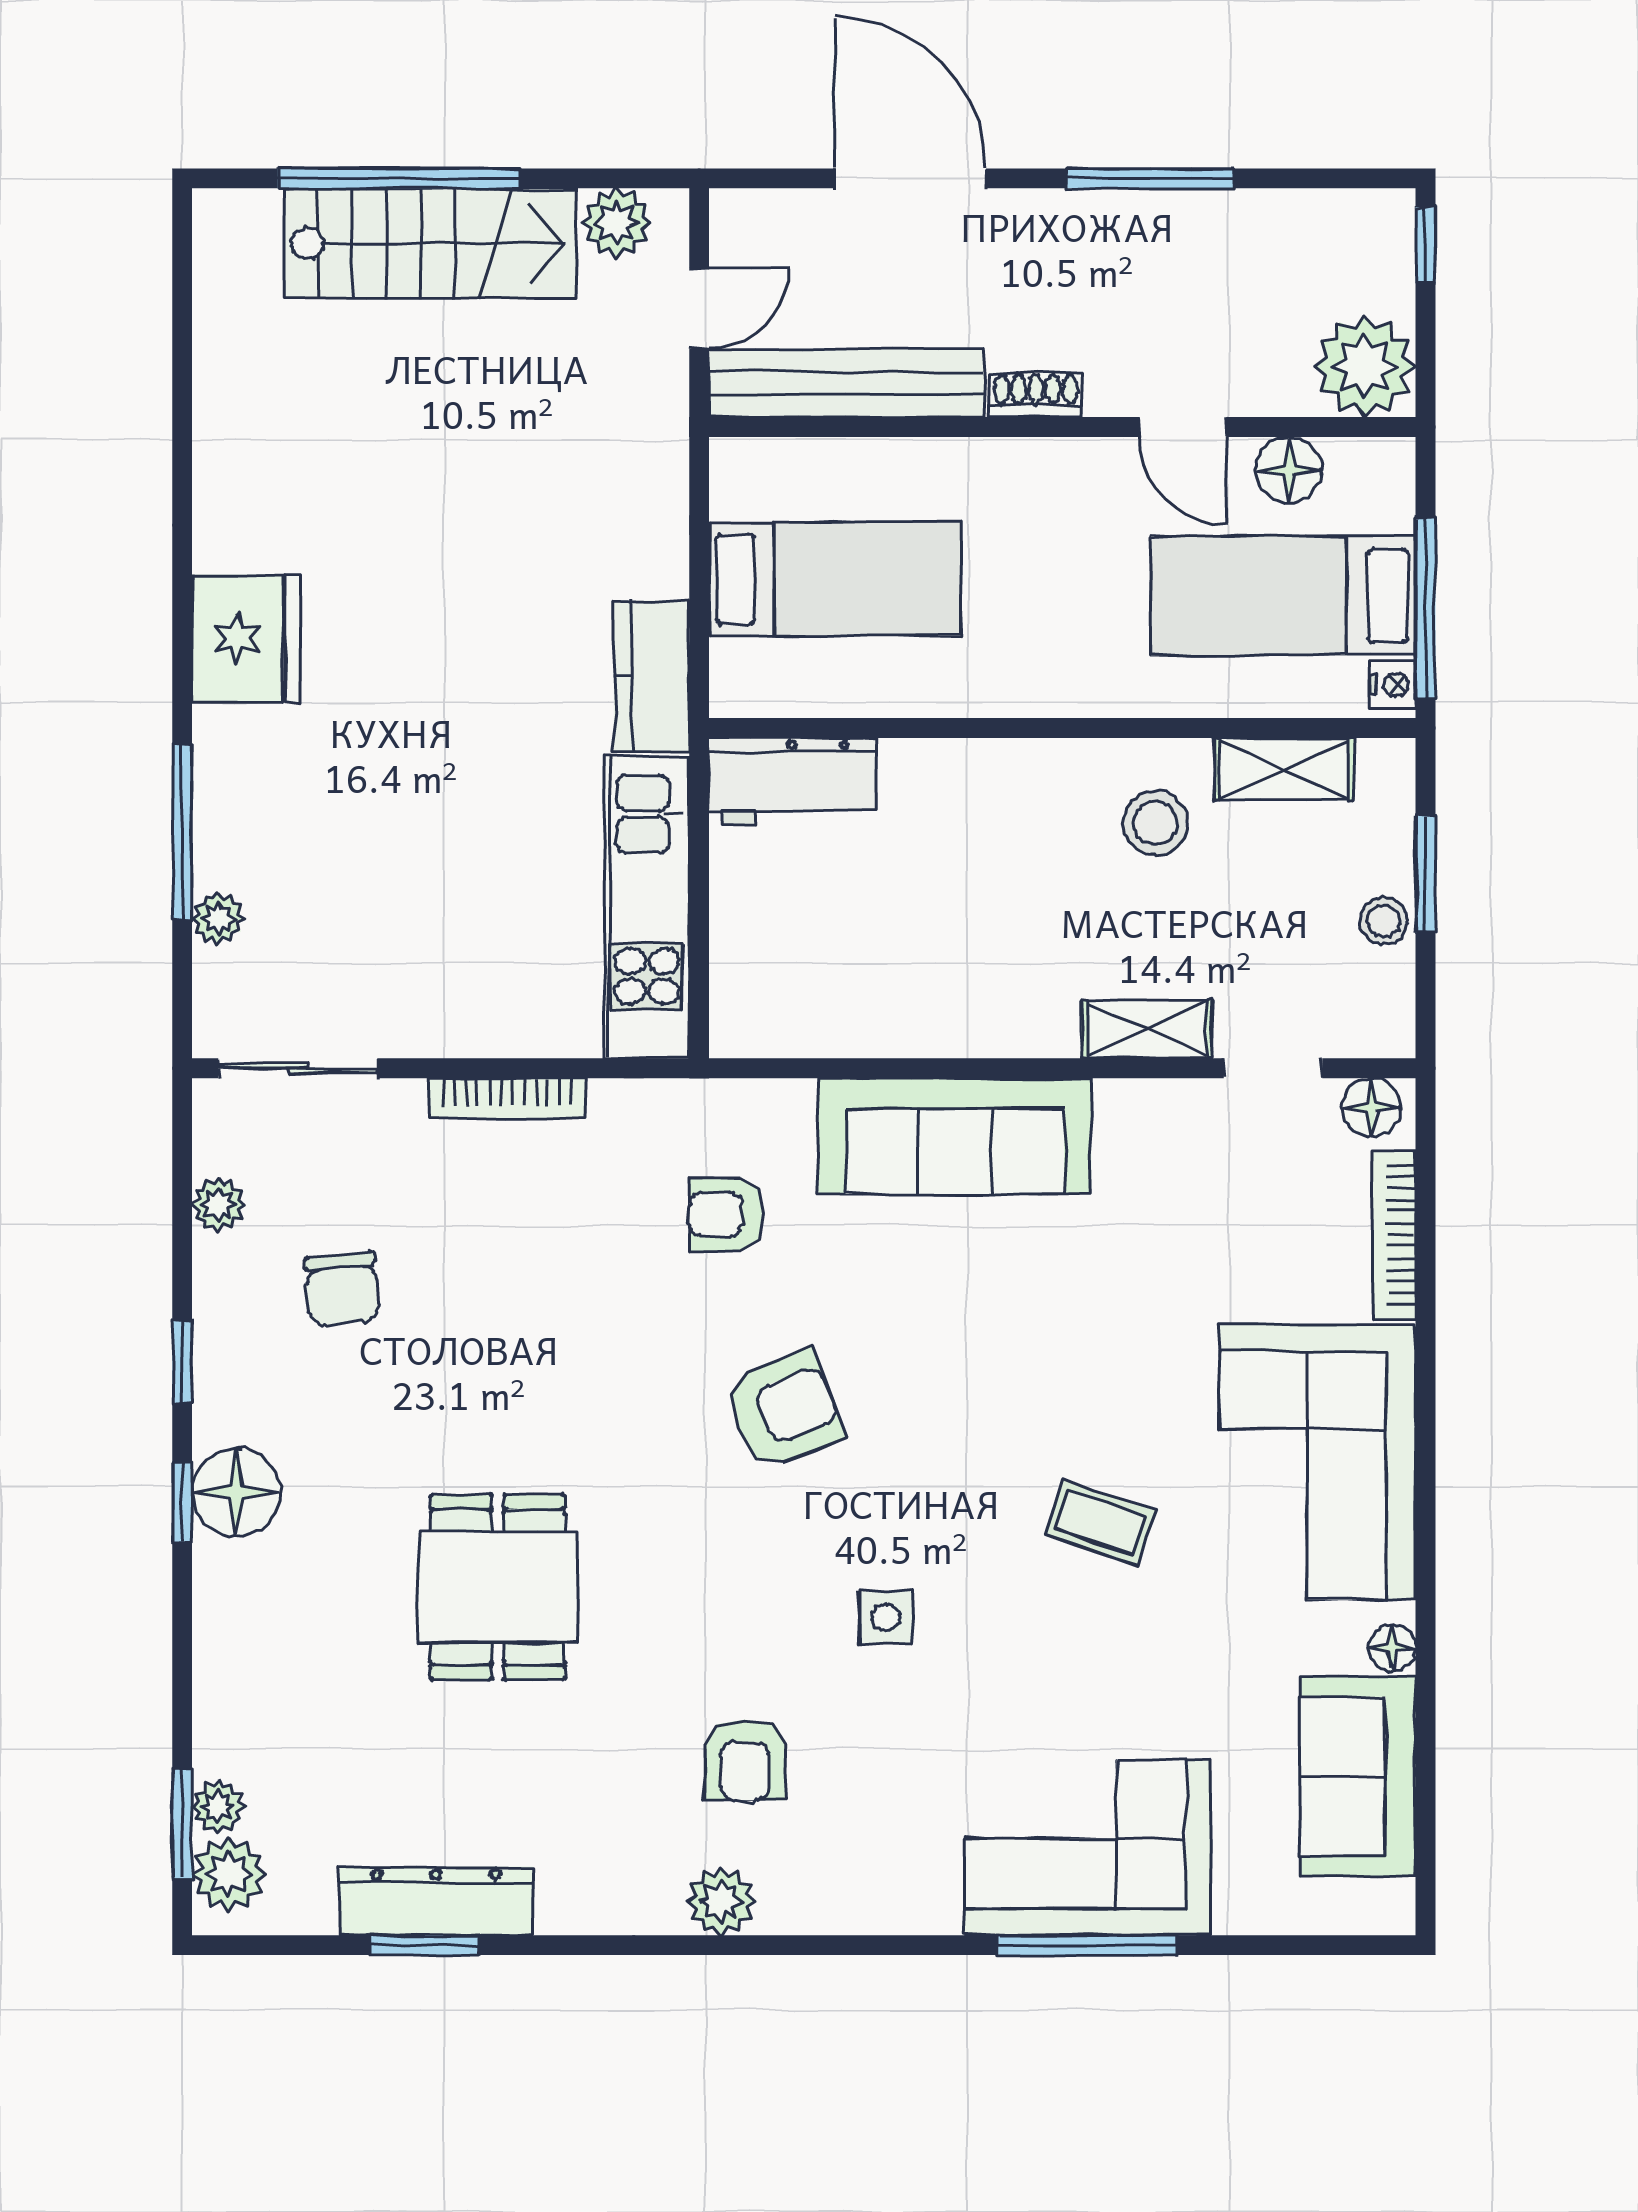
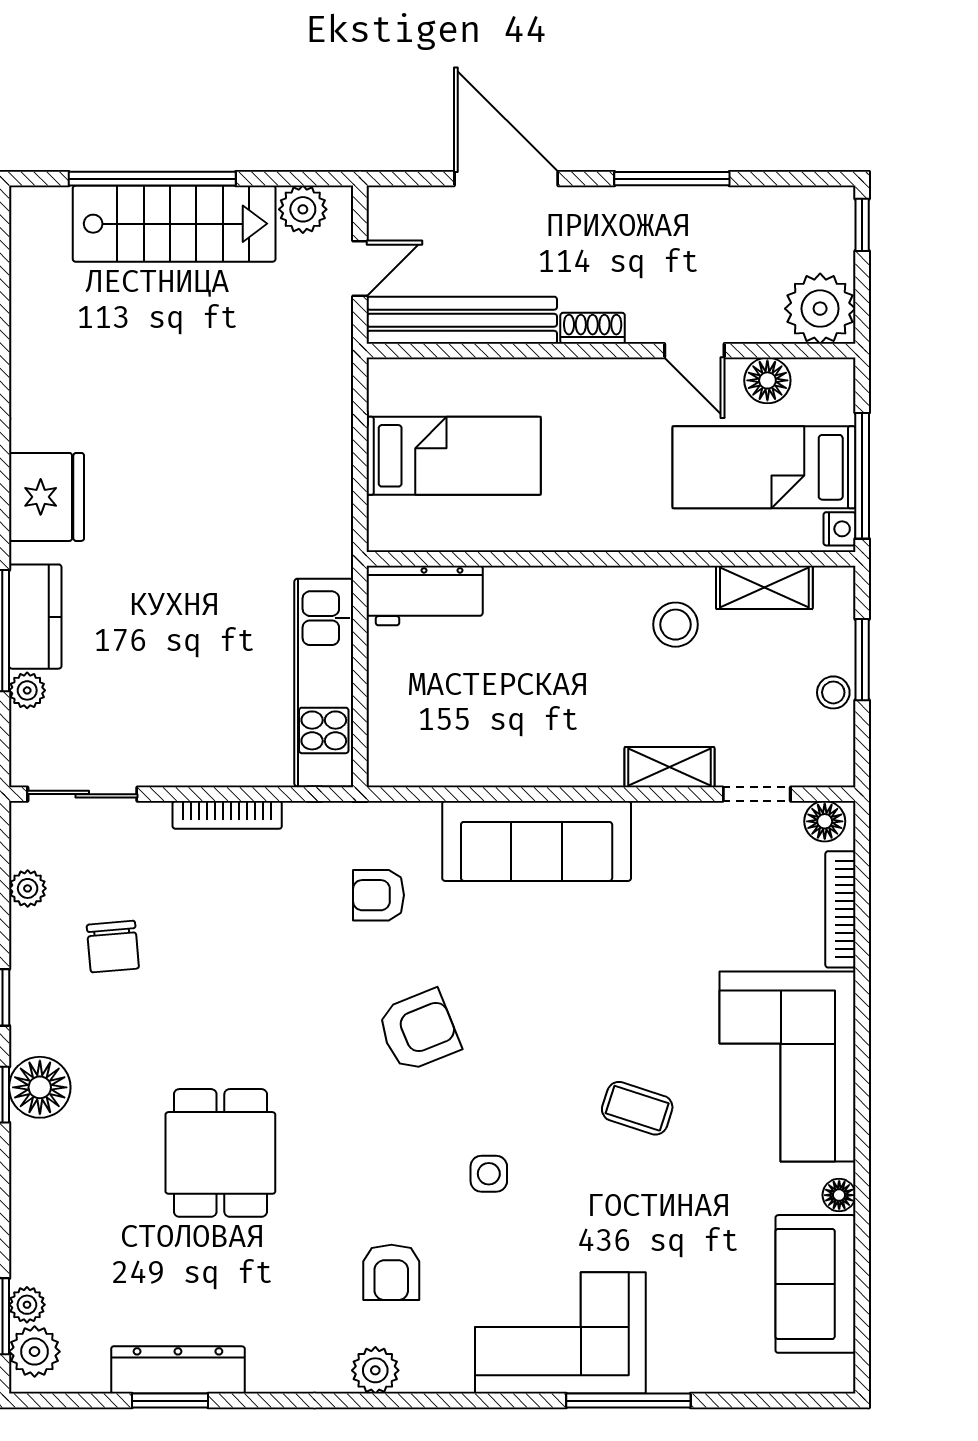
kitchen counter: (652, 676) -> (35, 617), moved, turned 180
corner sofa: (1087, 1847) -> (560, 1333), moved

